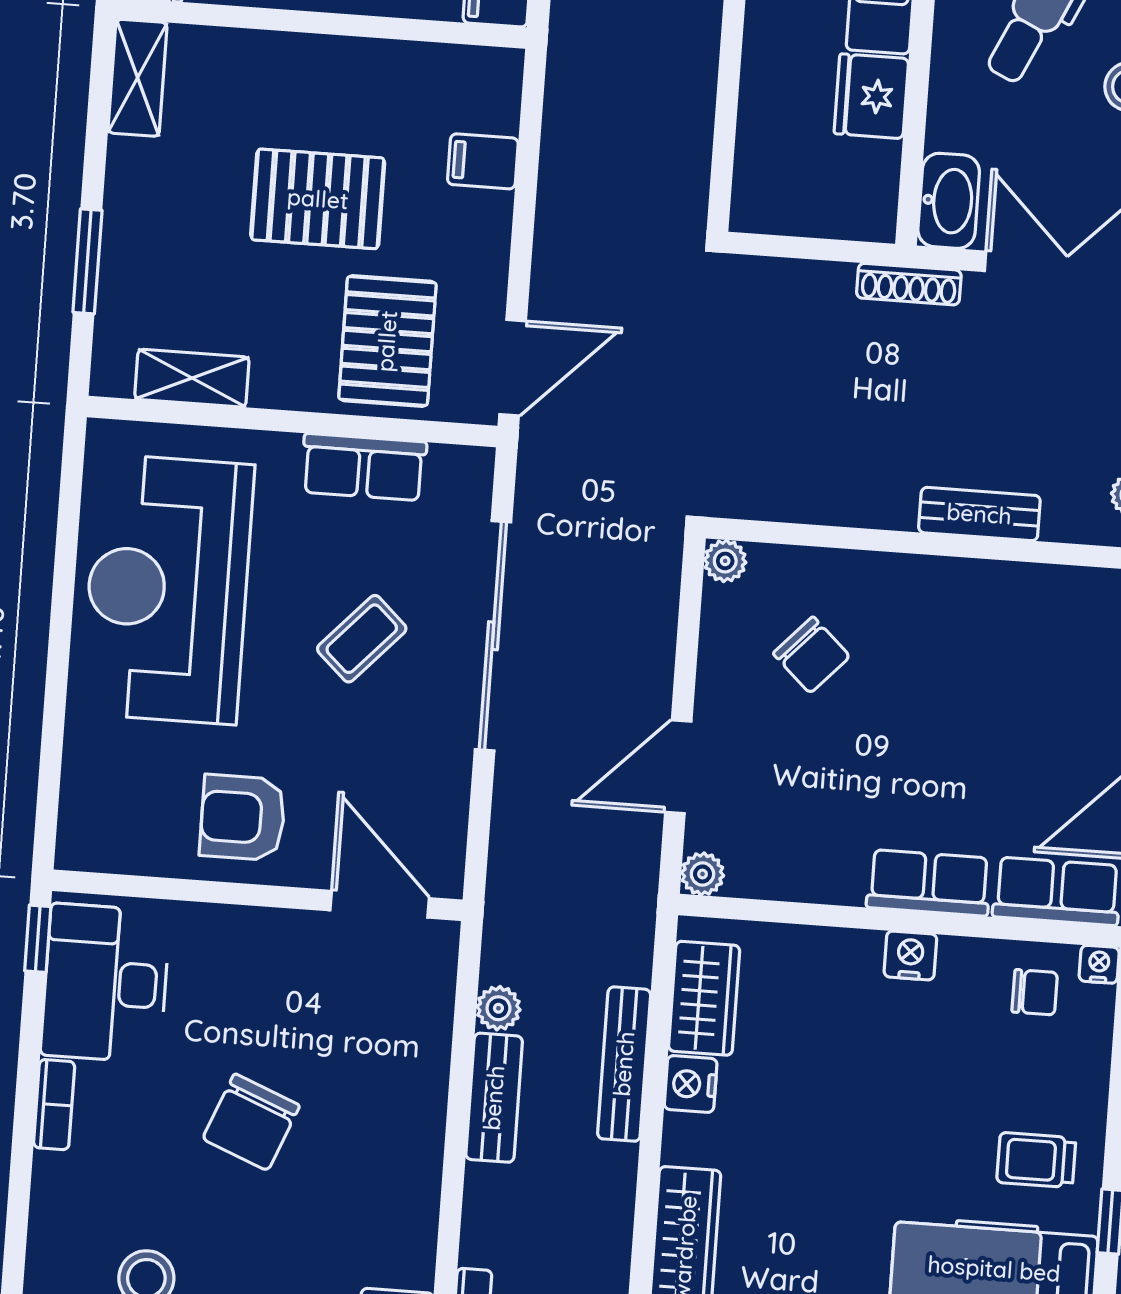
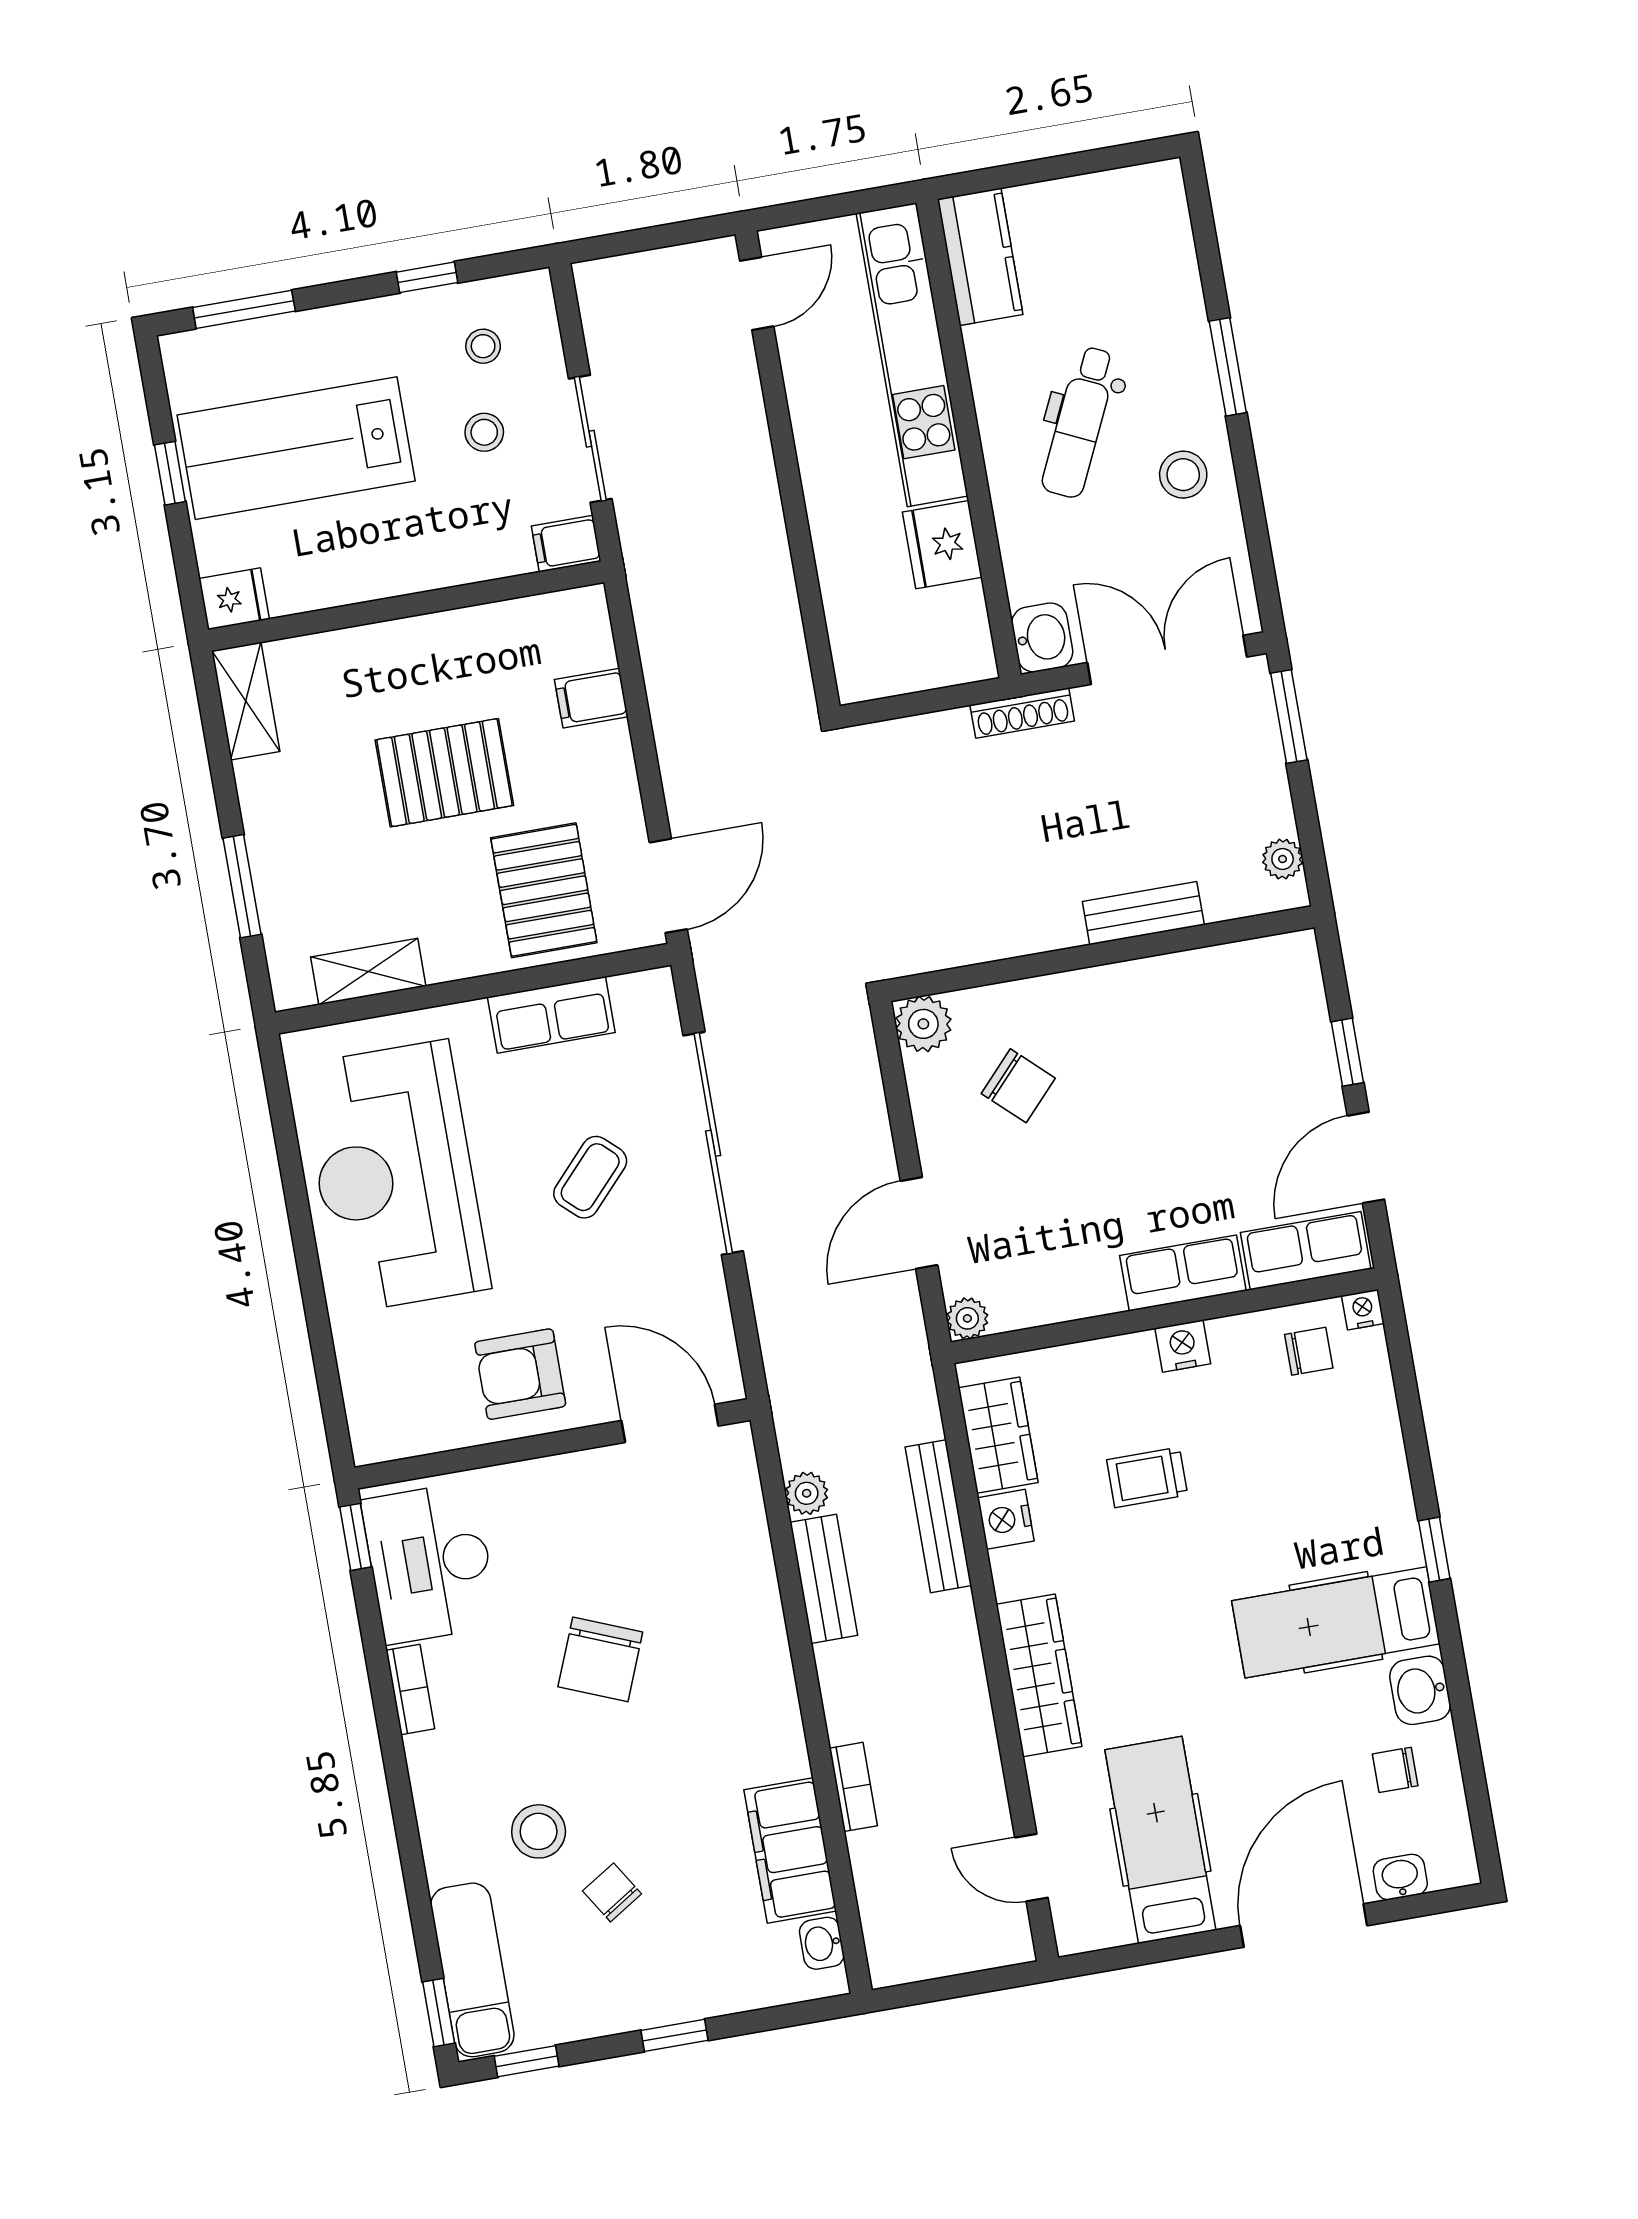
washbasin: (949, 201) -> (1042, 638), width x0.72
plant: (725, 561) -> (923, 1024), width x1.38, depth x1.38
trolley: (1036, 1160) -> (1147, 1477), moved

